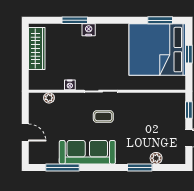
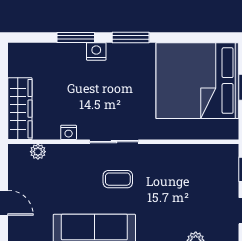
window: (160, 20) -> (131, 37), moved
wardrobe: (37, 48) -> (20, 109), moved

